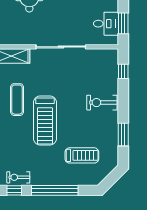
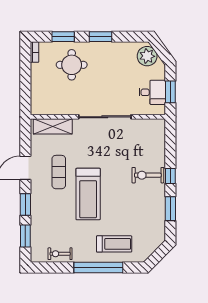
window: (123, 71) -> (170, 176), moved
treadmill: (82, 155) -> (114, 244), moved
window: (14, 190) -> (56, 268), removed

